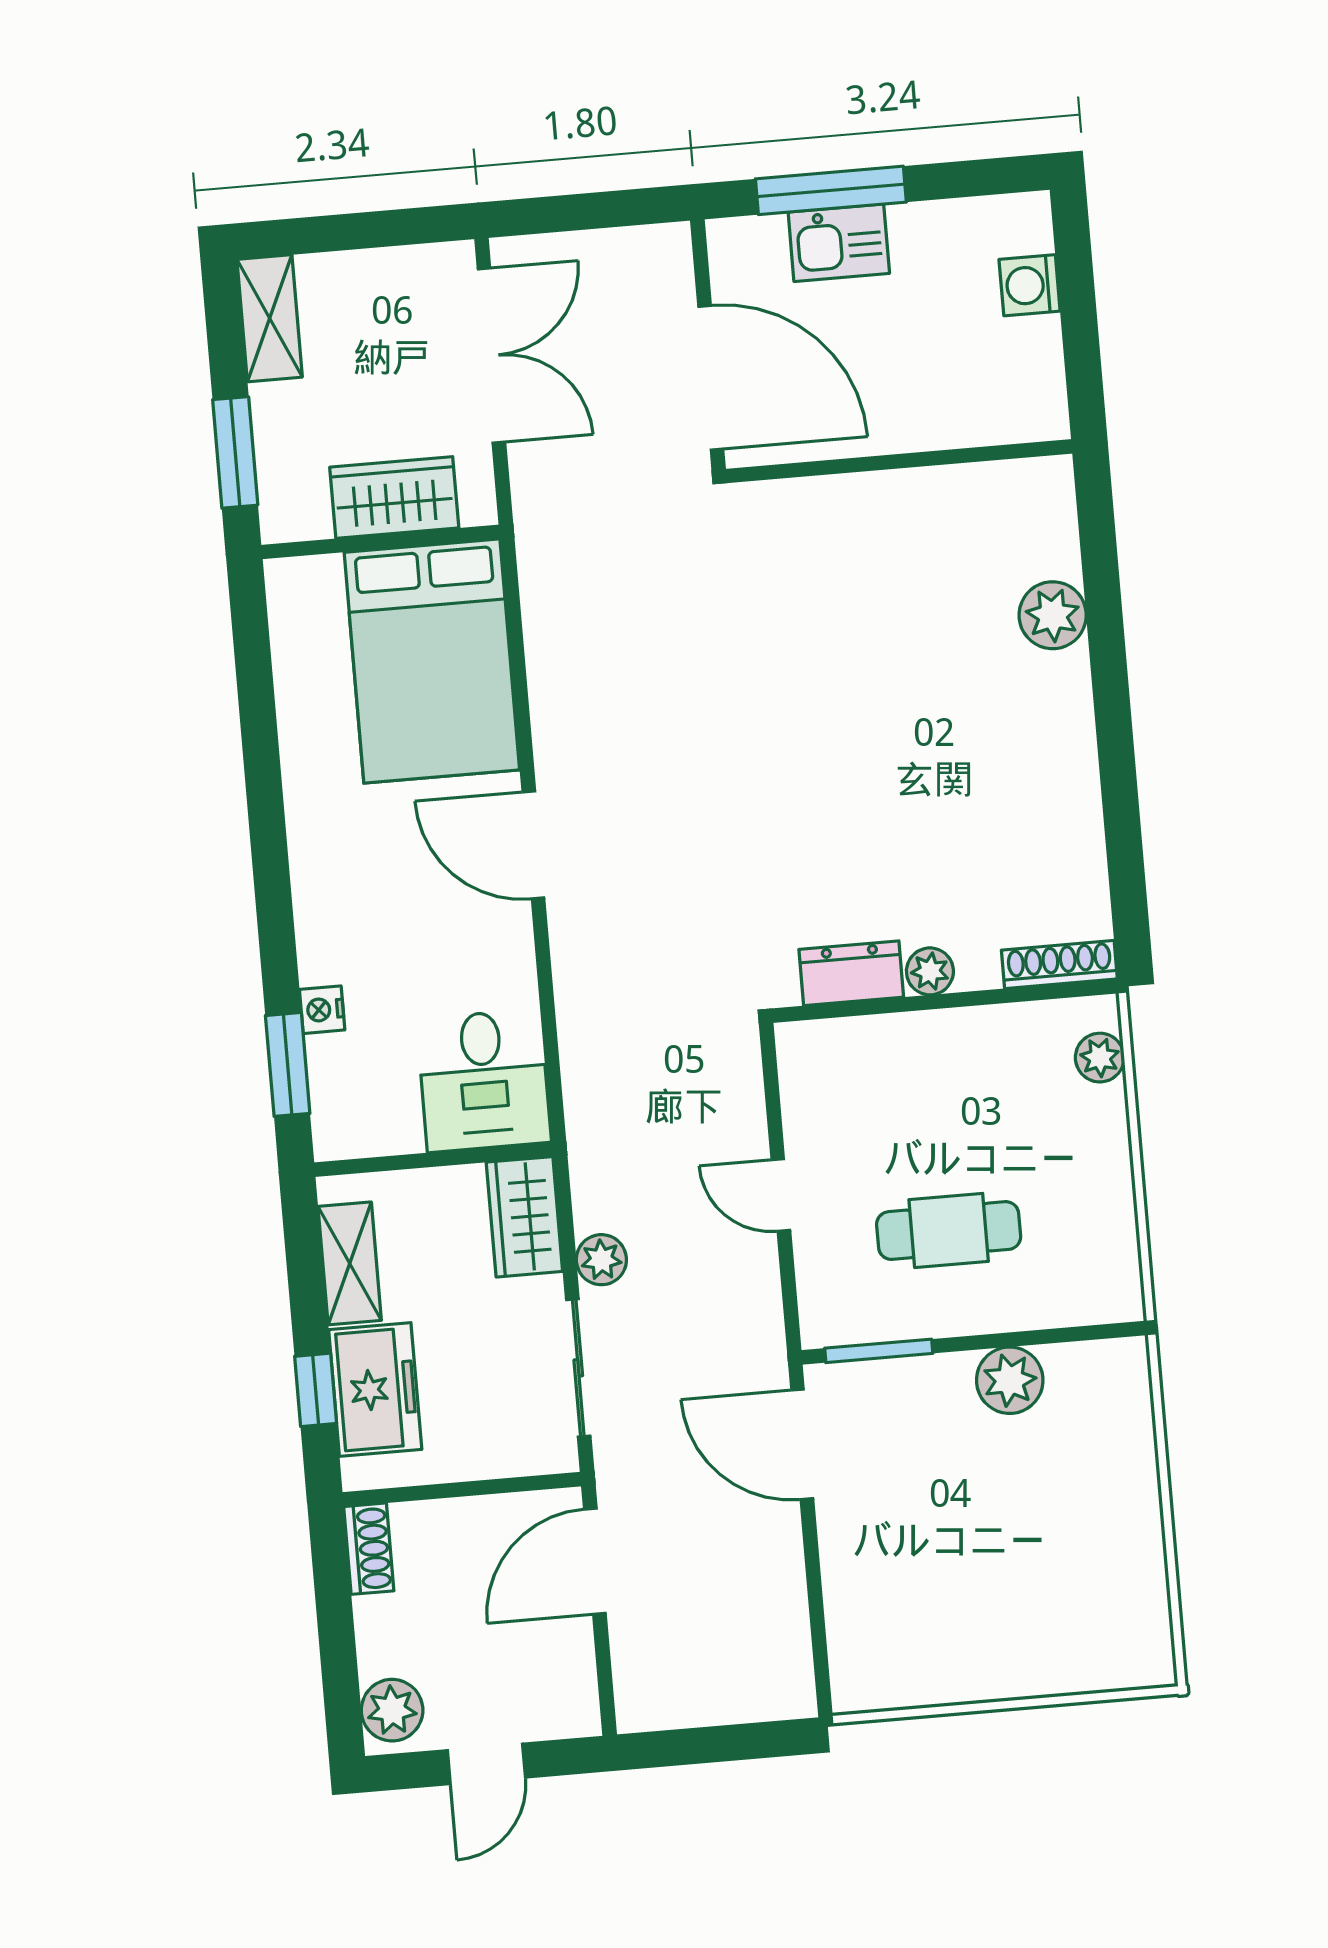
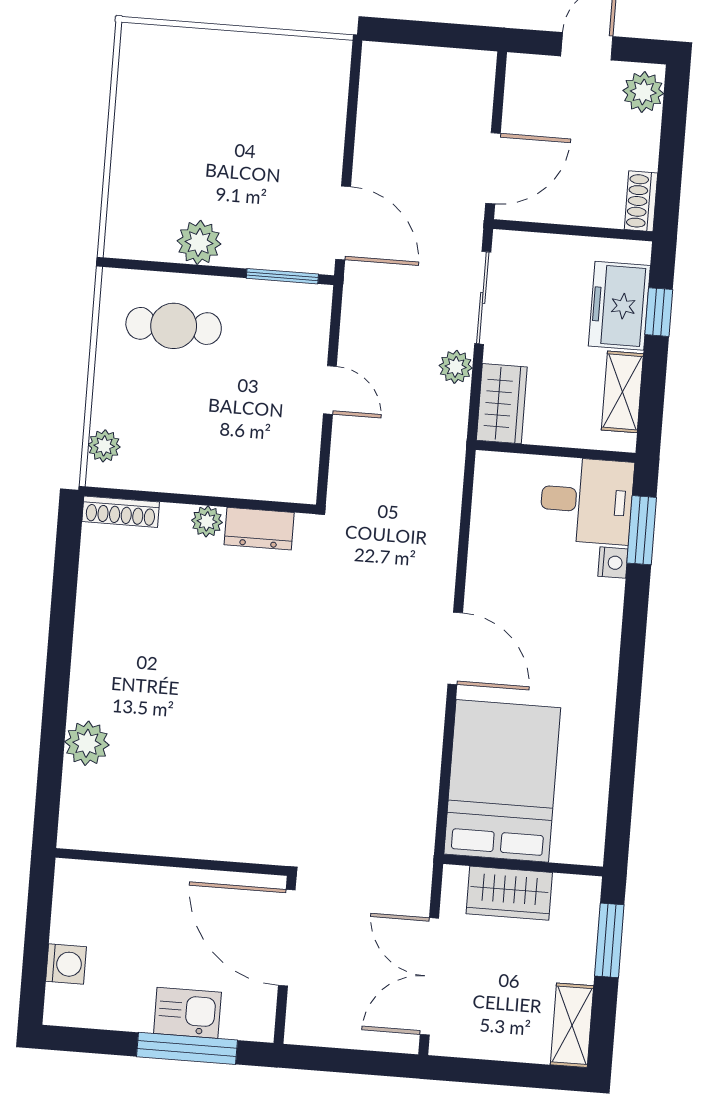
desk: (484, 1080) -> (587, 501), moved, turned 90
cafe table: (949, 1231) -> (174, 326), moved

